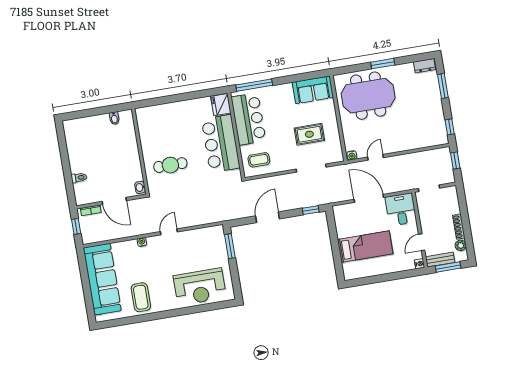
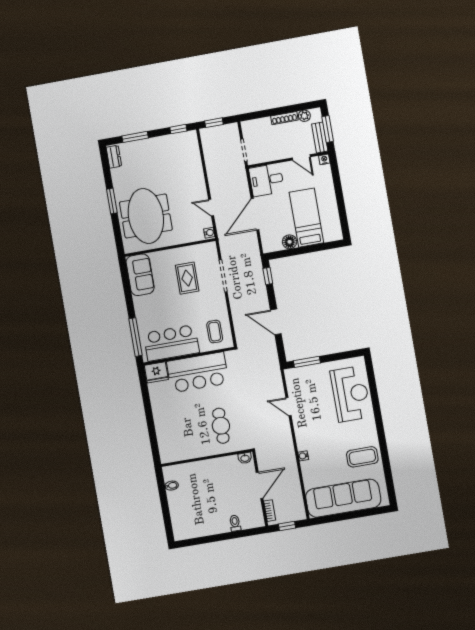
floor lamp: (343, 231) -> (290, 242), added
door: (169, 232) -> (289, 407), moved

